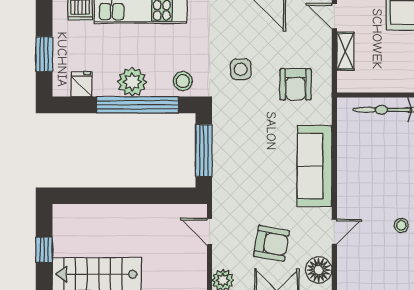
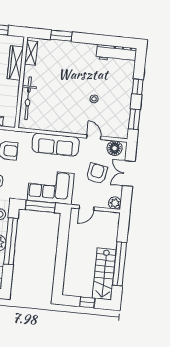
corner sofa: (240, 165) -> (51, 187), added

